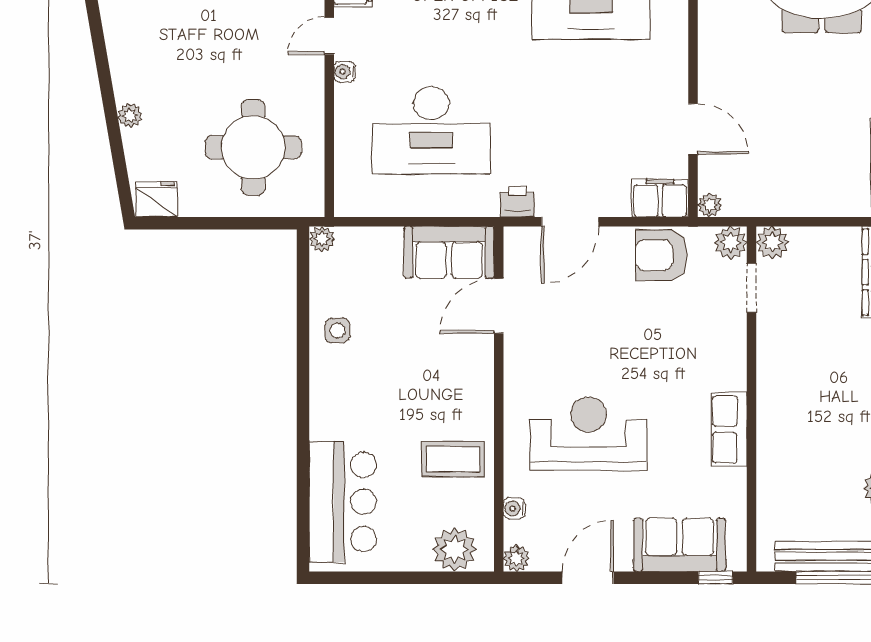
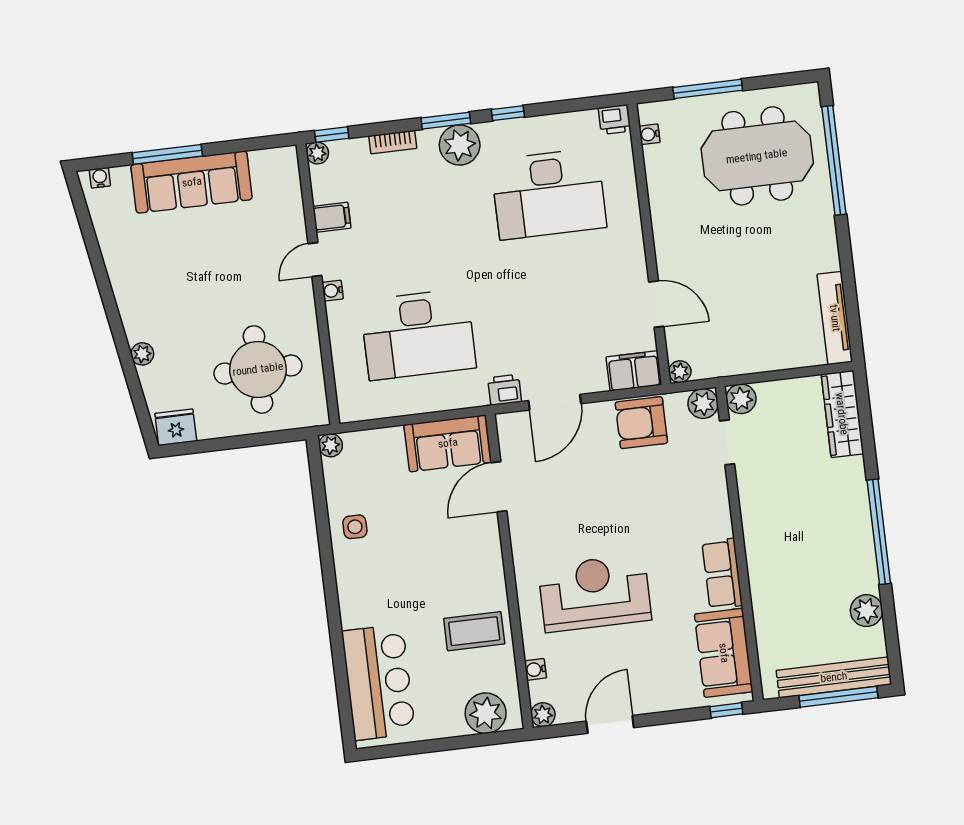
sofa: (680, 545) -> (724, 653), moved, turned -90

